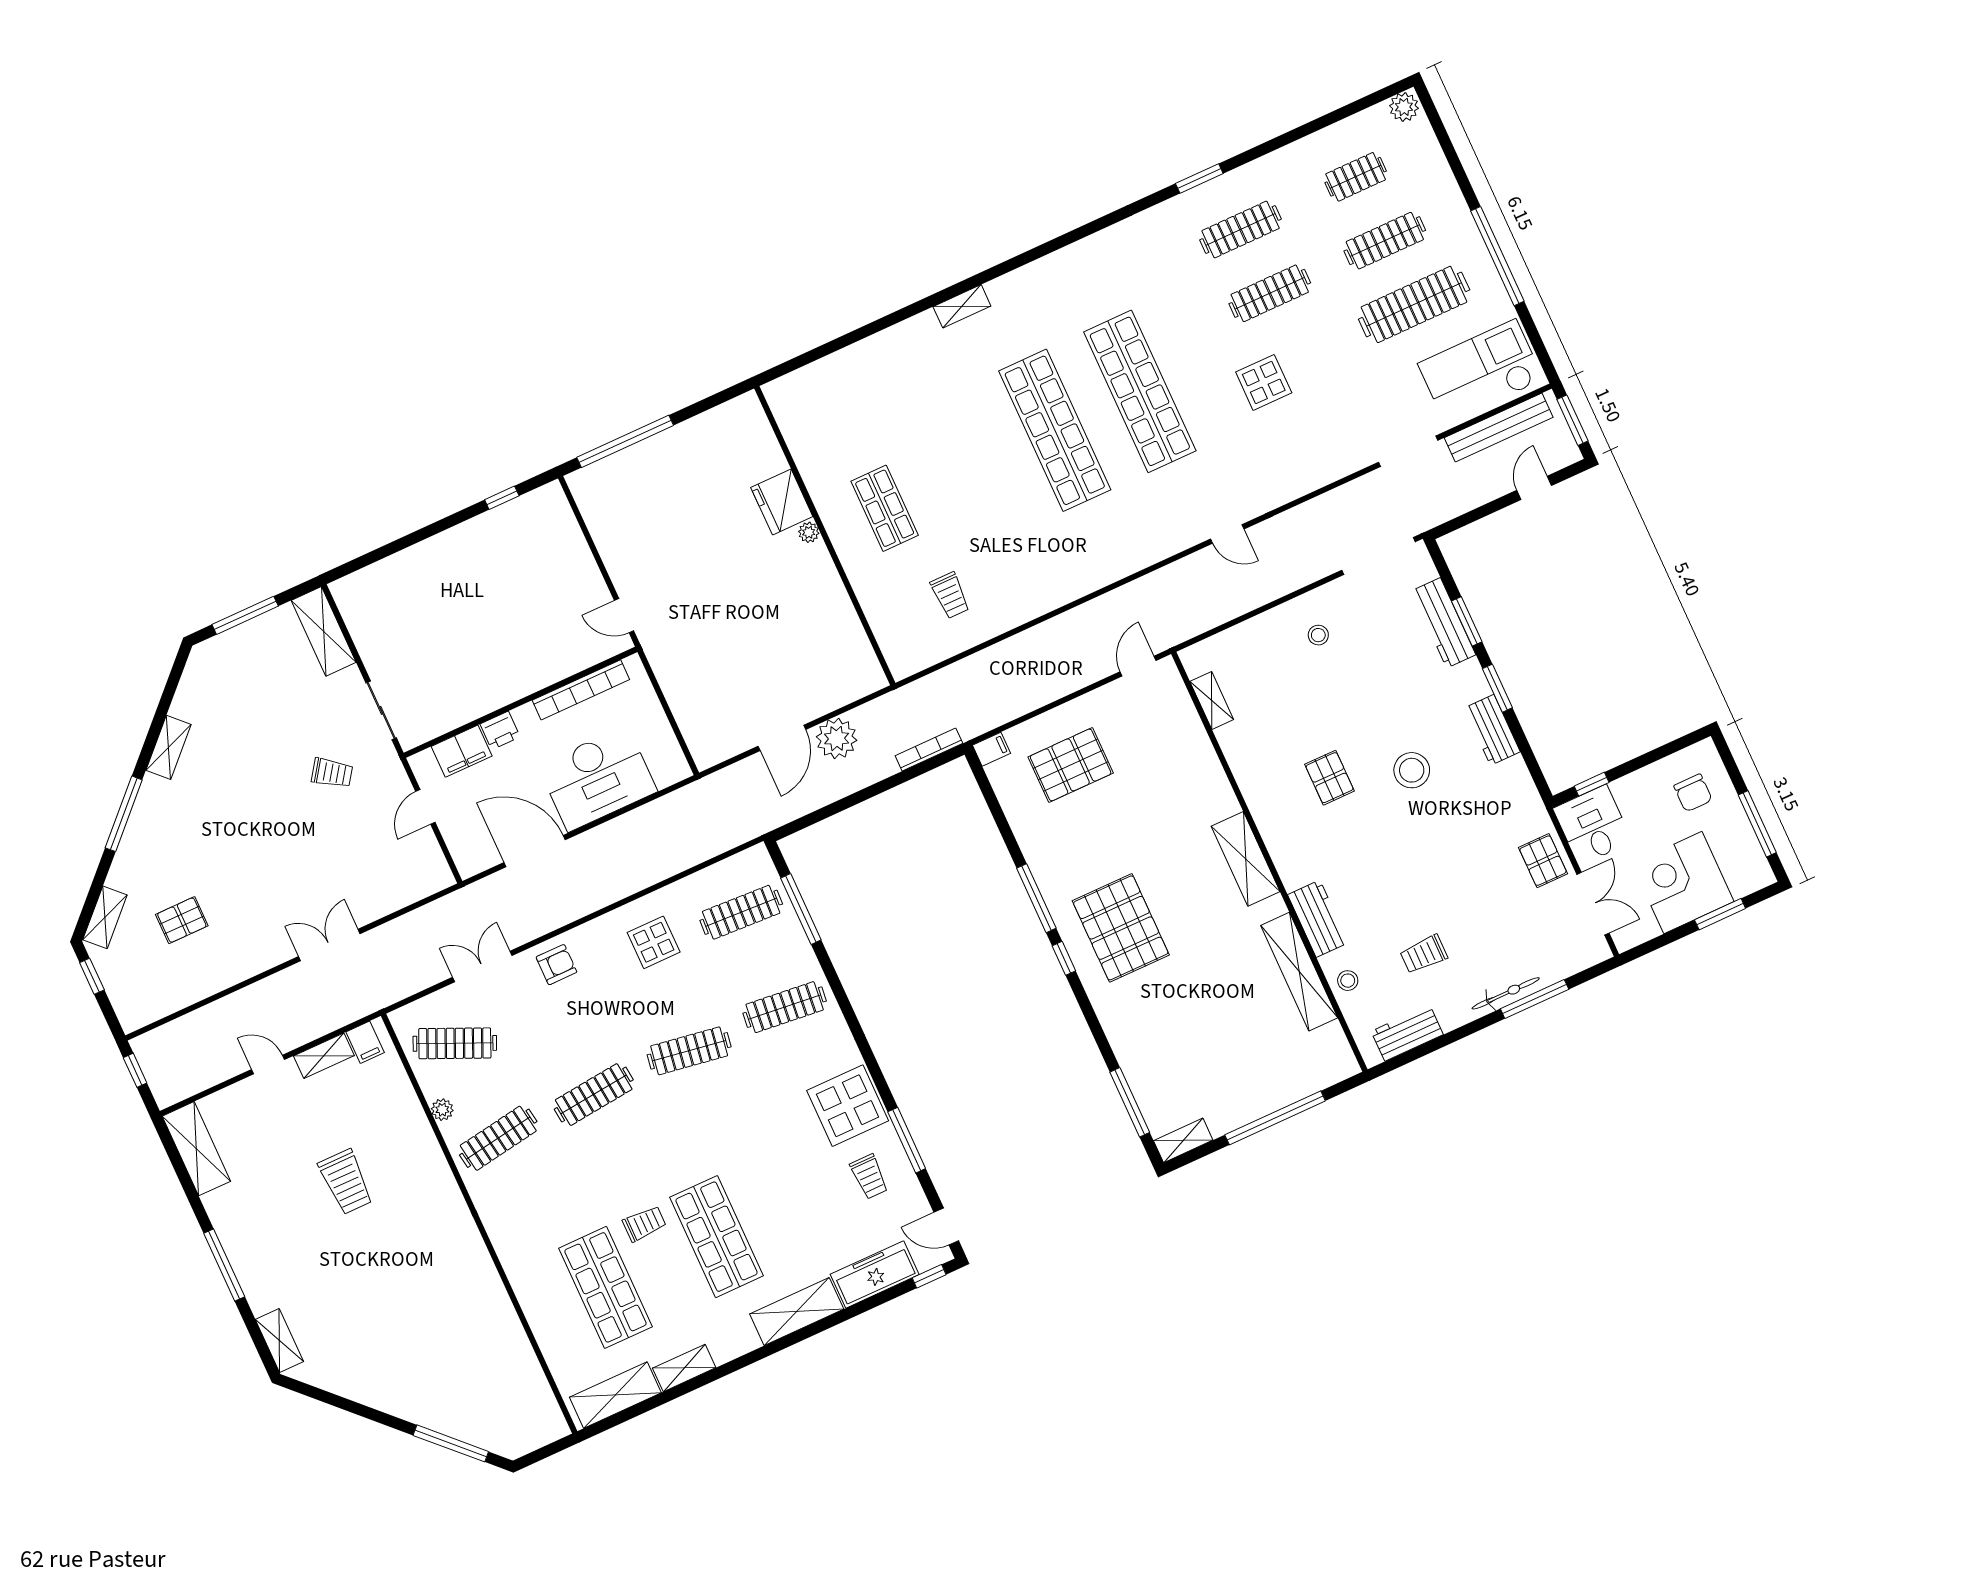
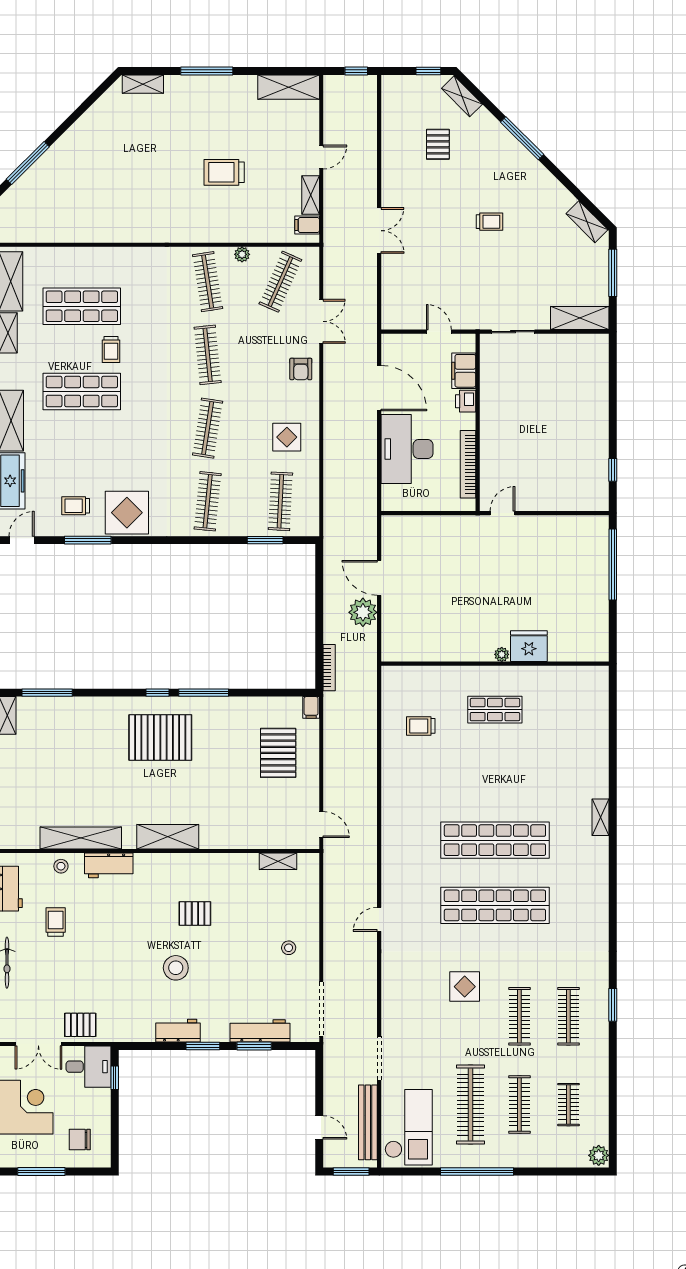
shelving: (168, 747) -> (587, 222), moved
trolley: (332, 773) -> (489, 222), moved, turned -125
door: (535, 851) -> (379, 388), hinge flipped
window: (801, 909) -> (265, 540), width x0.69

